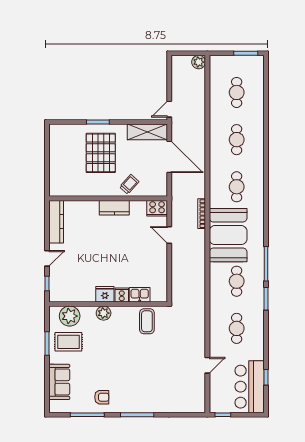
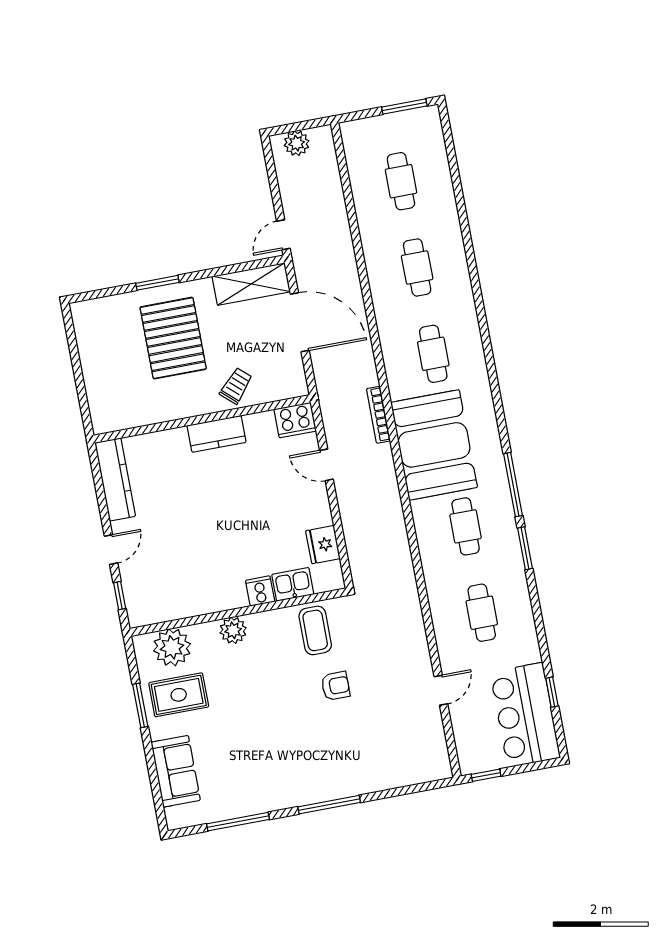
plant: (199, 62) -> (297, 143), moved
fridge: (105, 294) -> (323, 545), moved, turned -90
armchair: (102, 397) -> (336, 686), moved

